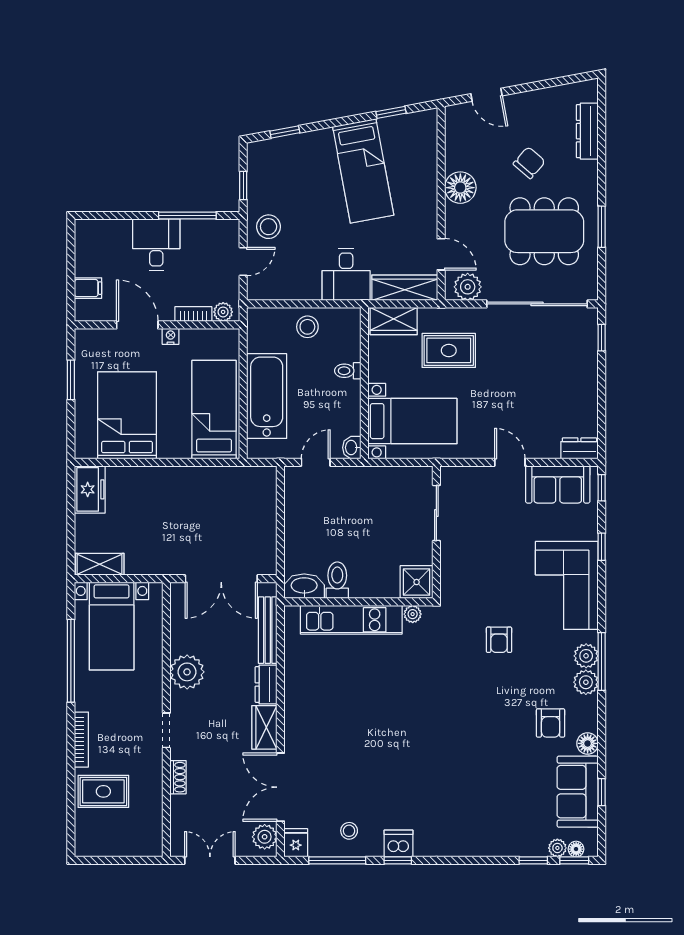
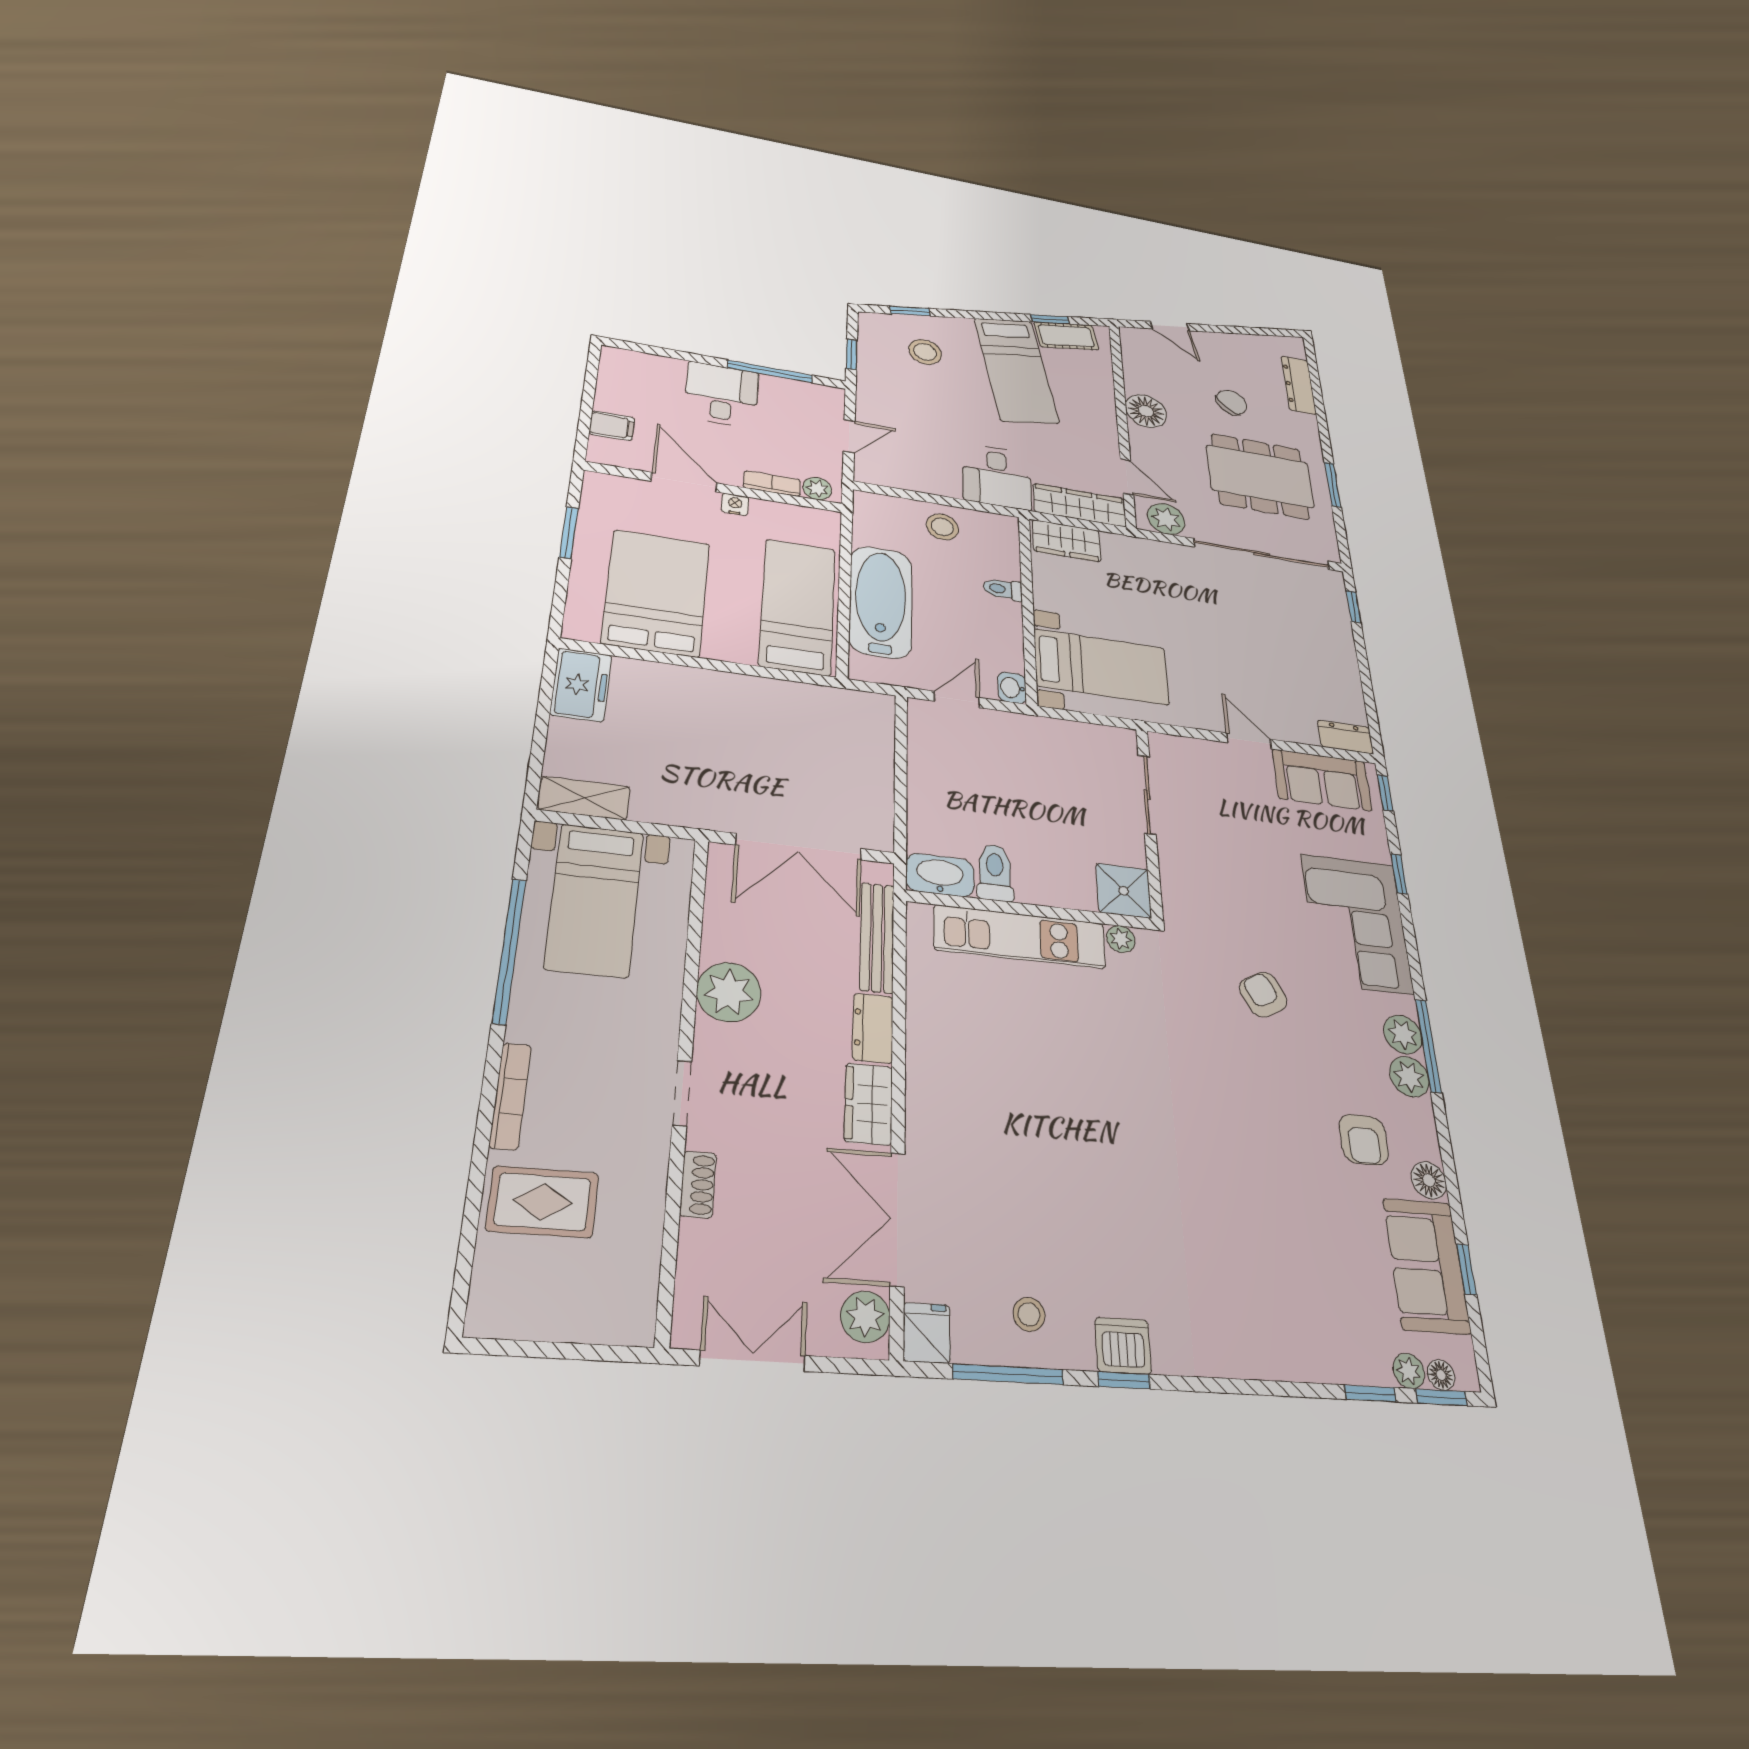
cot: (403, 127) -> (1066, 336), added
stool: (269, 227) -> (925, 352), moved
rug: (449, 350) -> (1147, 588), removed
armchair: (499, 640) -> (1263, 995), turned 152

